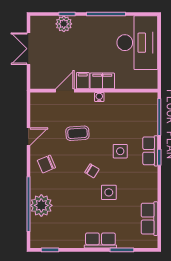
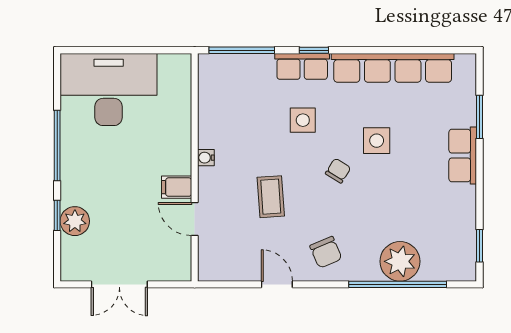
filing cabinet: (102, 81) -> (177, 152), removed
row of seats: (149, 219) -> (393, 68), width x2.02

